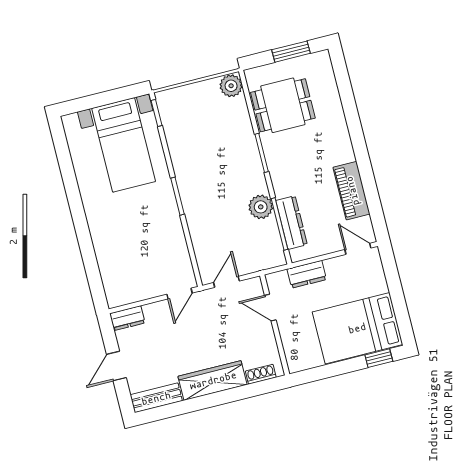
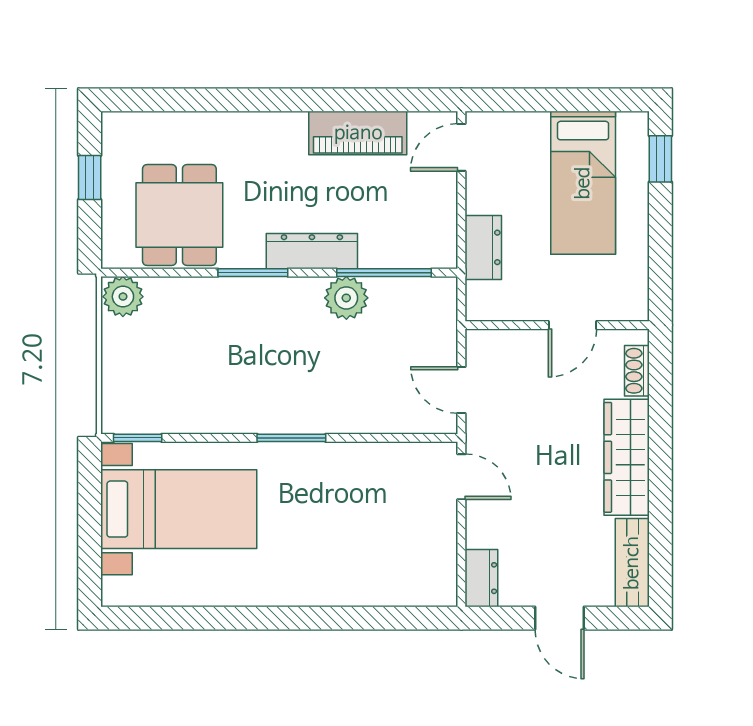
window: (291, 52) -> (90, 178), width x0.67
dresser: (292, 222) -> (312, 251), moved
door: (270, 308) -> (572, 325), moved
bed: (357, 328) -> (583, 183), width x0.67

